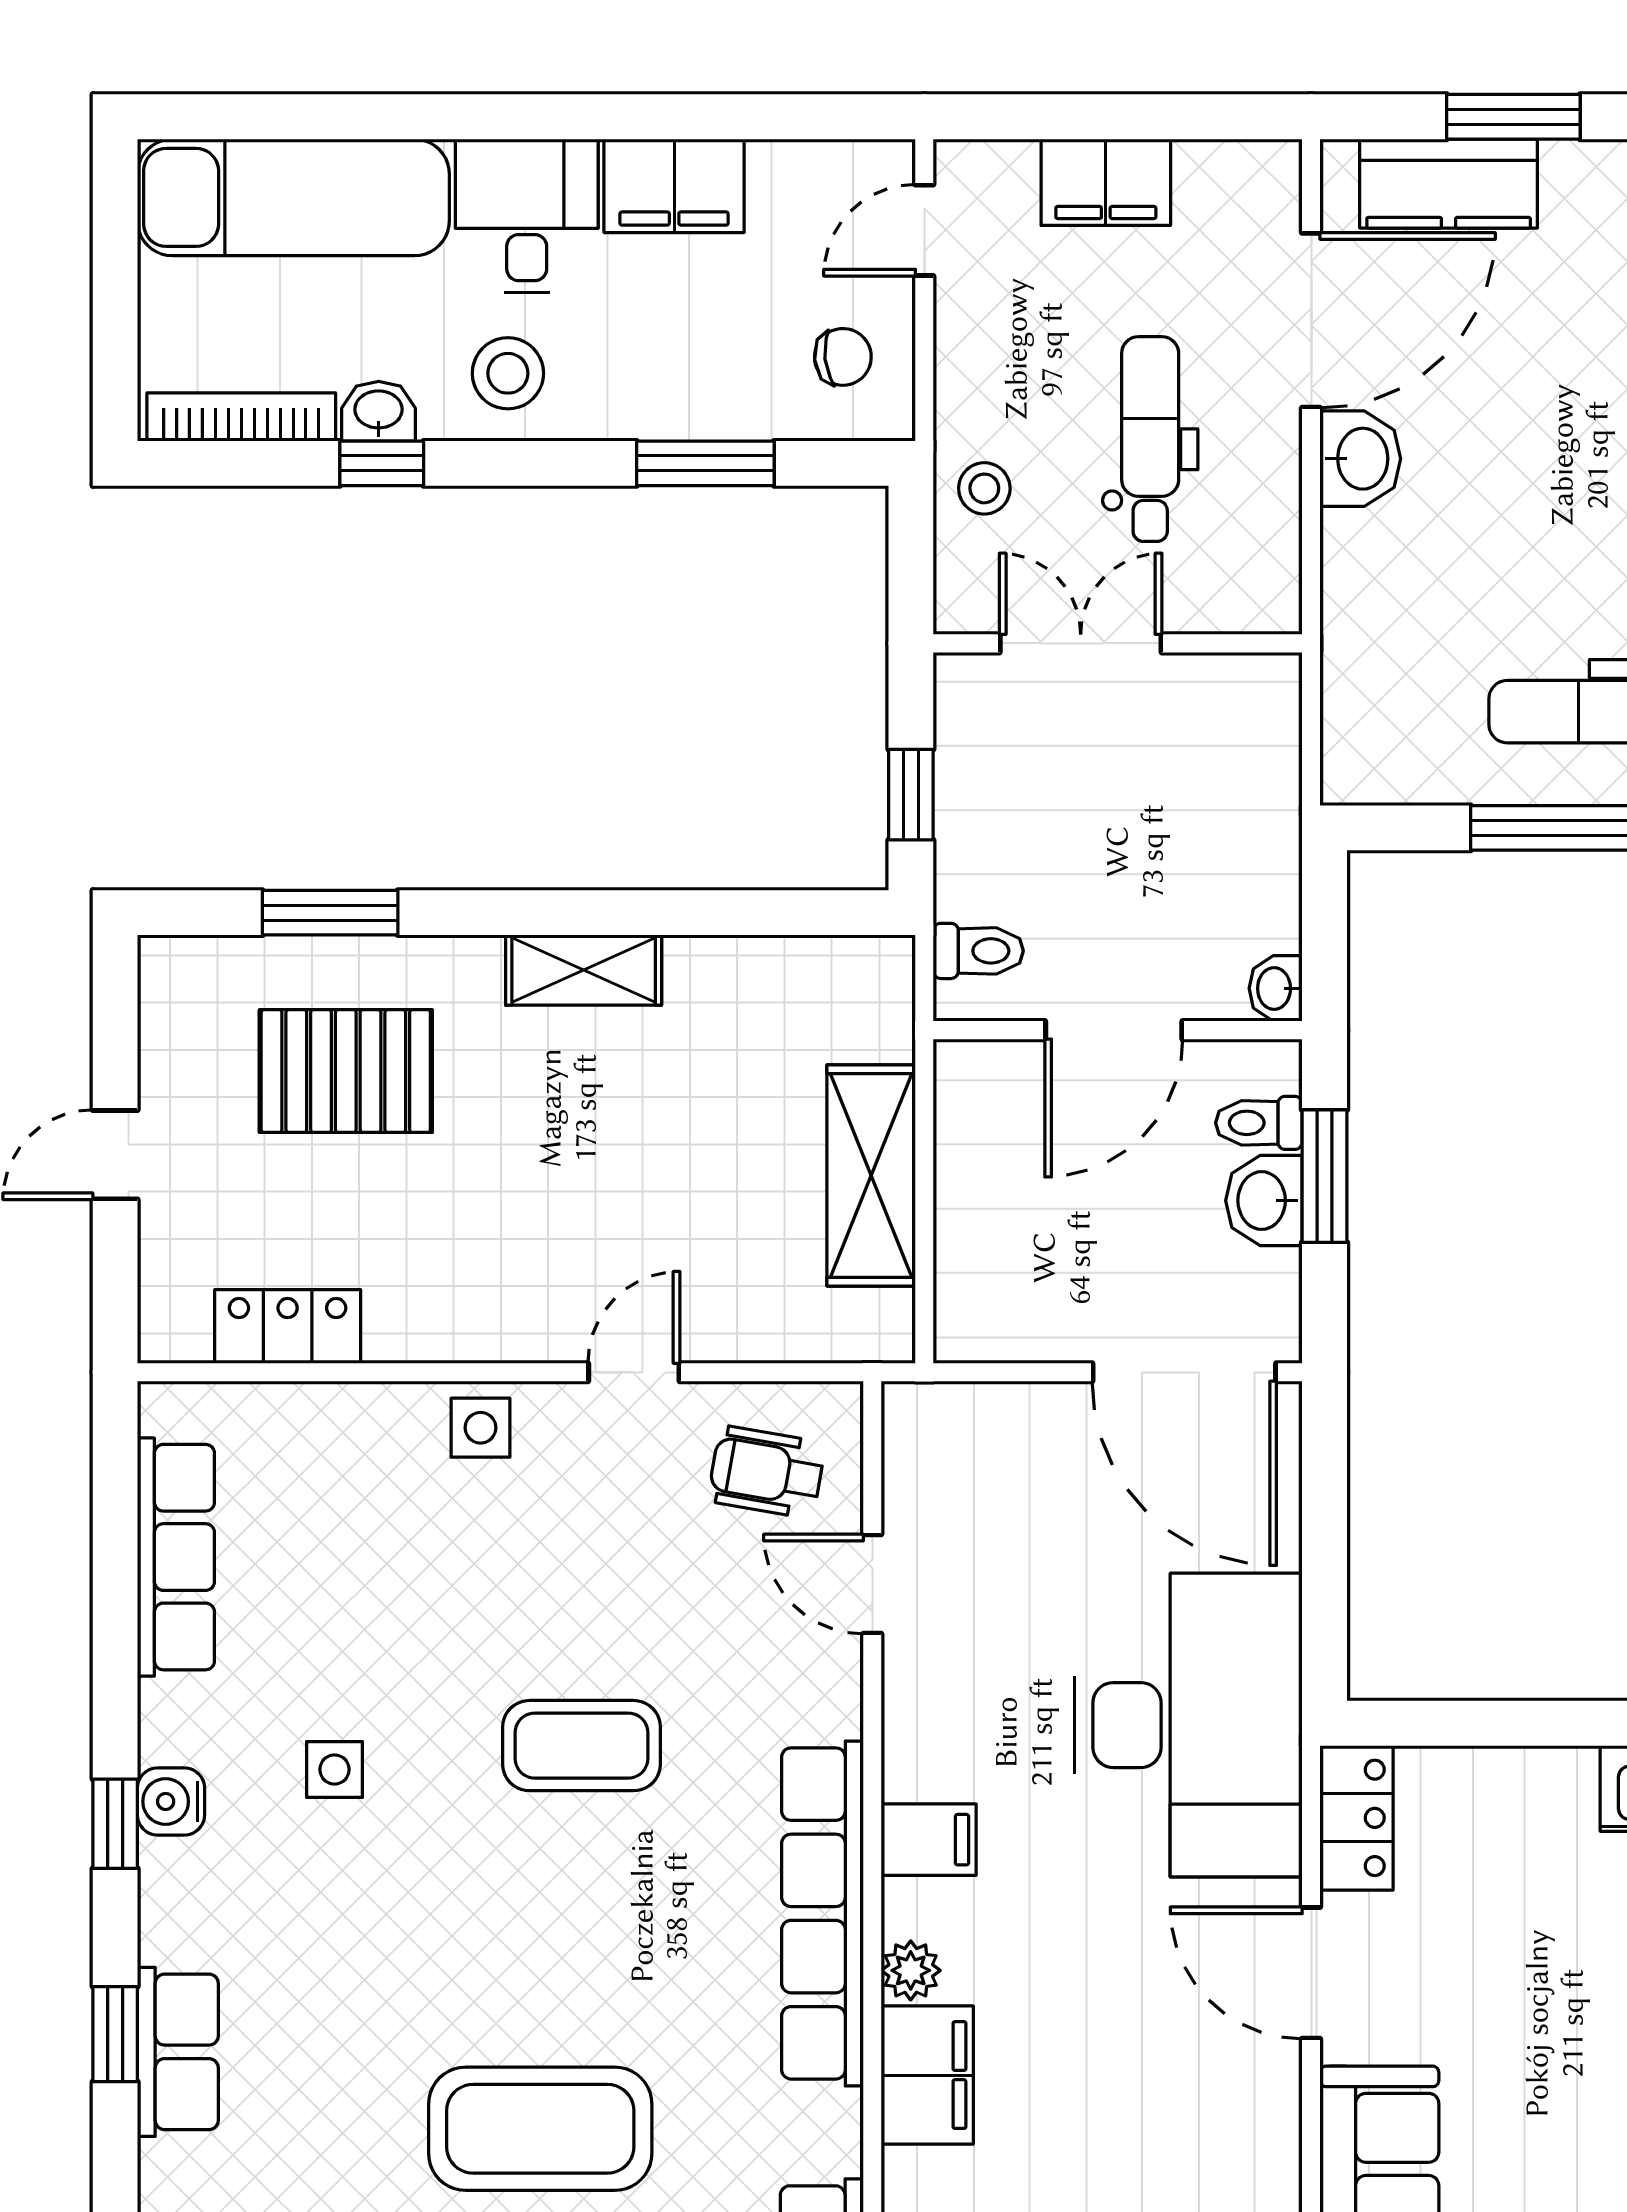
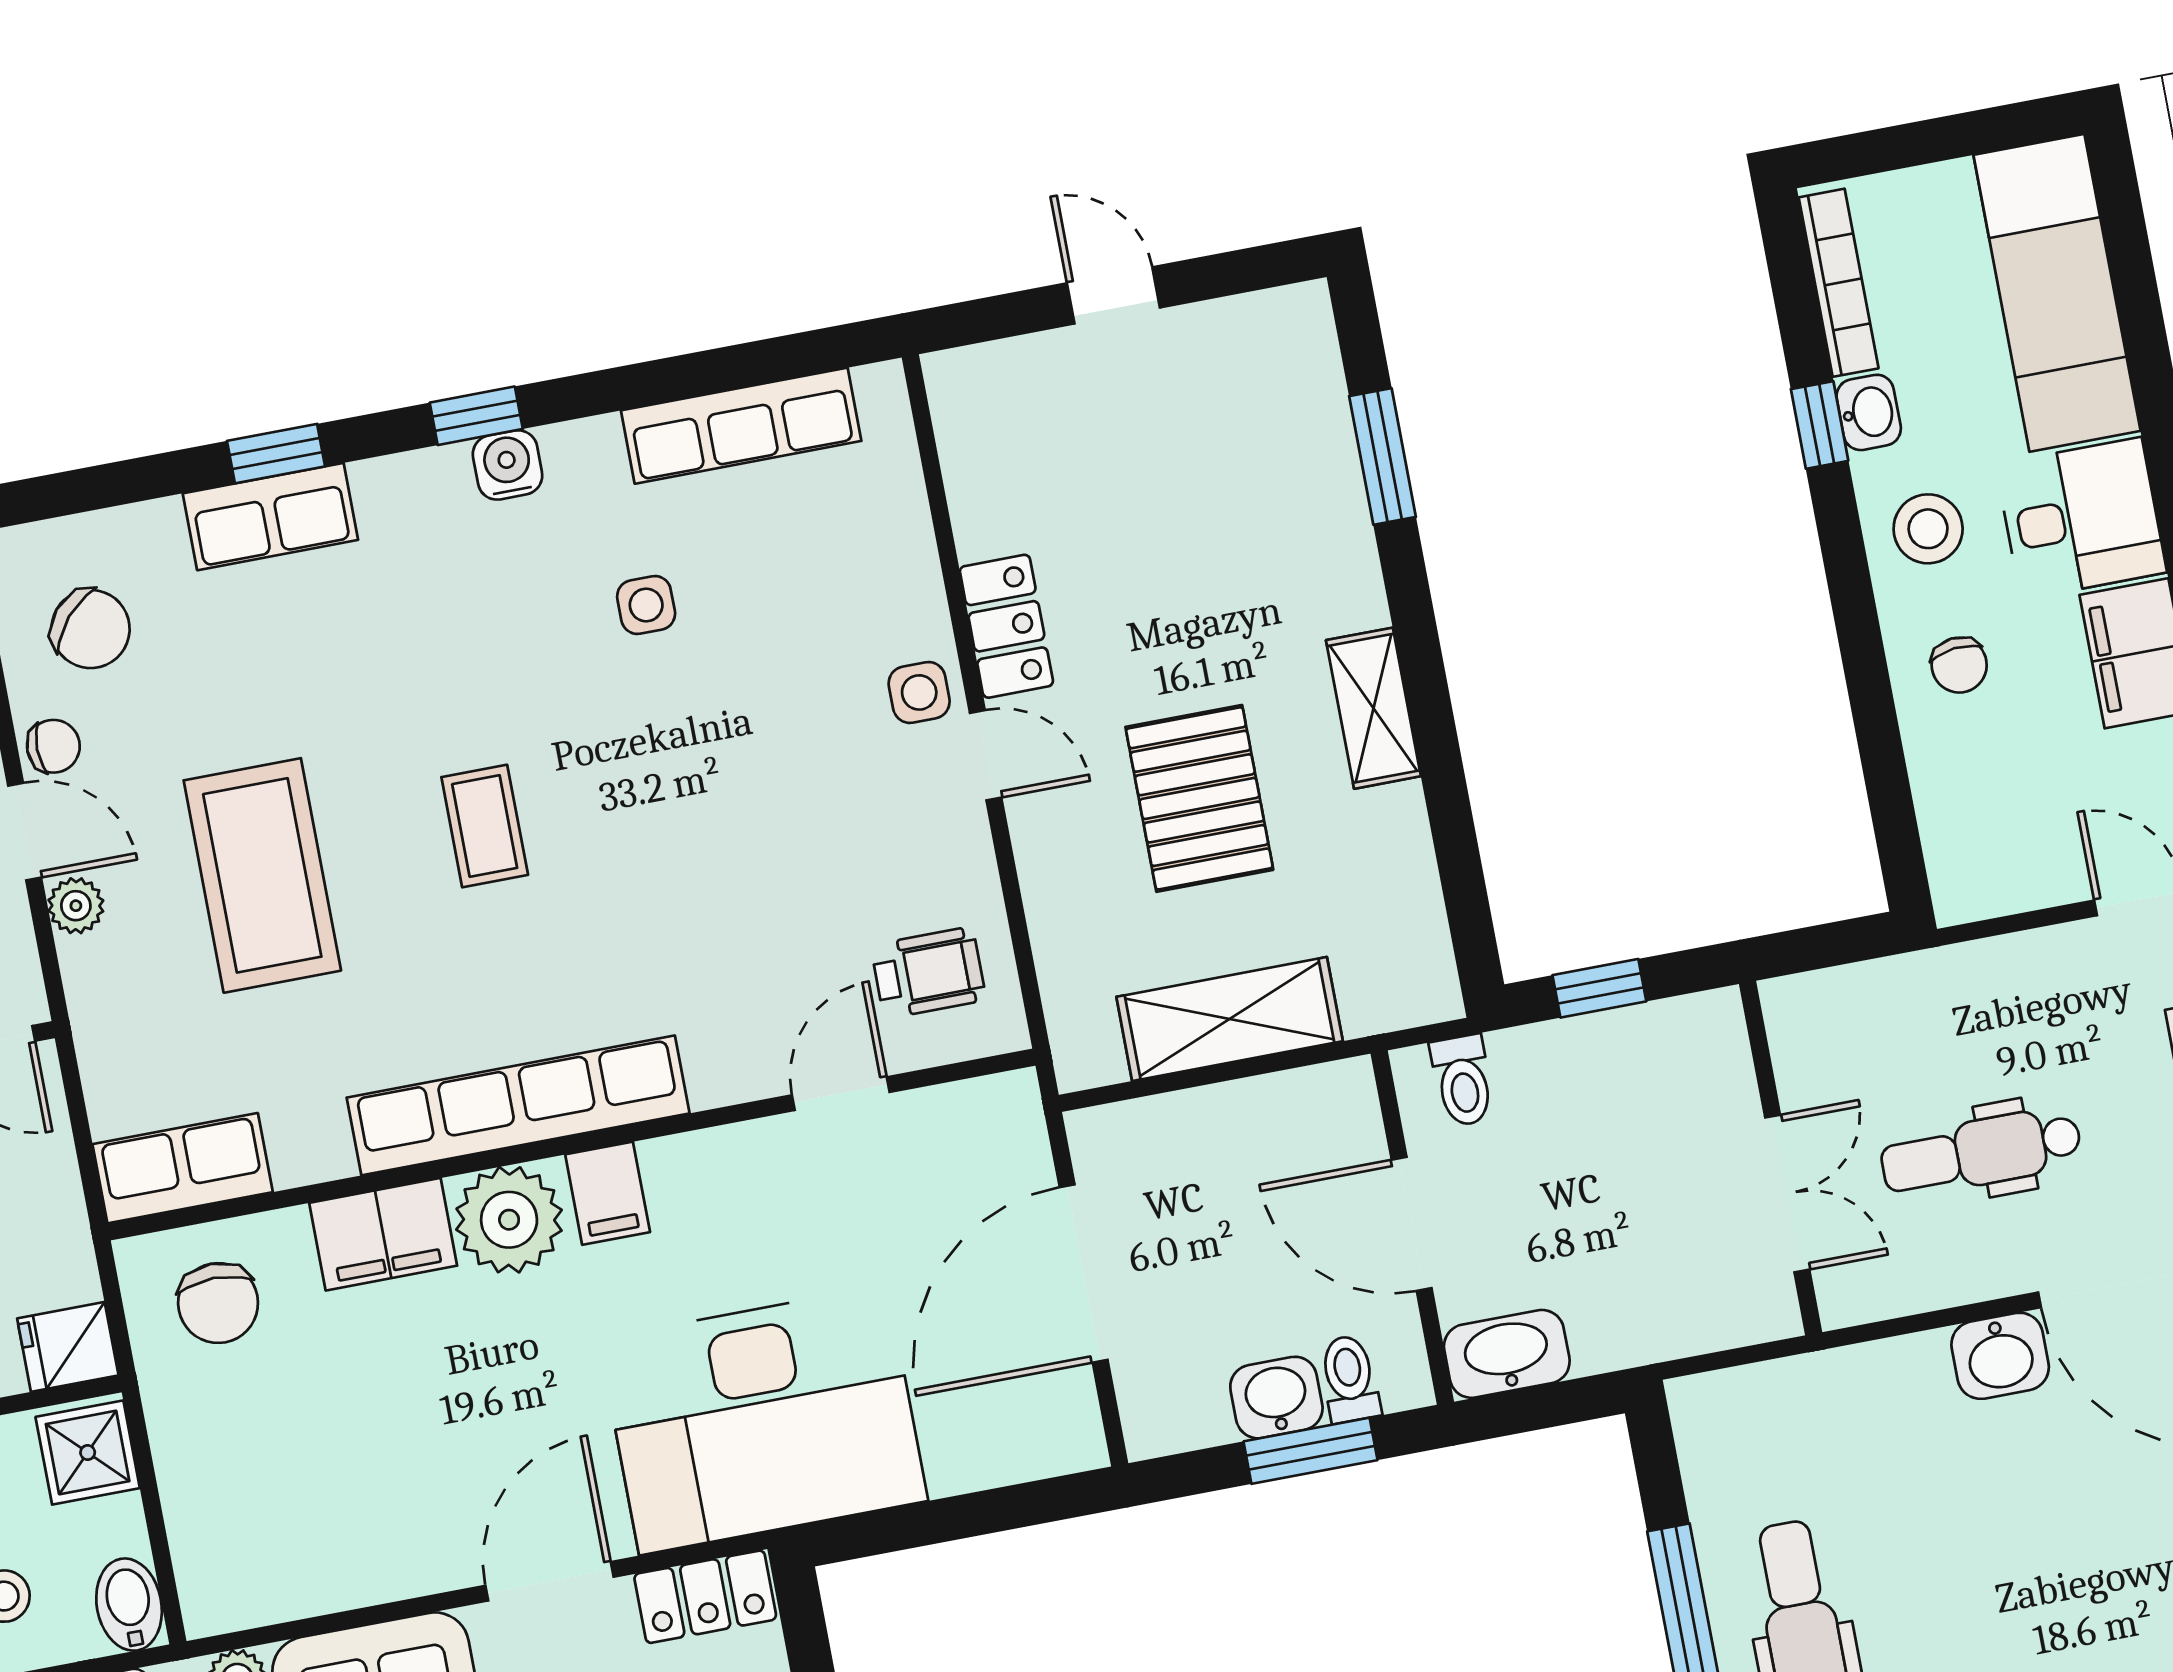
chair: (843, 357) -> (1959, 665), moved
dental chair: (1150, 439) -> (1981, 1152), turned 180
window: (705, 463) -> (1878, 733), removed
stool: (984, 488) -> (1904, 1003), removed
double door: (1081, 643) -> (1787, 1194), moved
washbasin: (1276, 988) -> (1507, 1354), width x1.91, depth x1.45
pallet: (346, 1071) -> (1199, 798), moved
locker: (288, 1326) -> (1006, 626), moved
door: (634, 1372) -> (986, 755), moved
door: (1184, 1372) -> (1084, 1273), moved
wheelchair: (766, 1472) -> (928, 973), turned 80
coffee table: (581, 1746) -> (485, 826), moved, width x0.73, depth x0.77
side table: (334, 1769) -> (646, 605), moved
plant: (911, 1970) -> (509, 1220), width x1.87, depth x1.87

